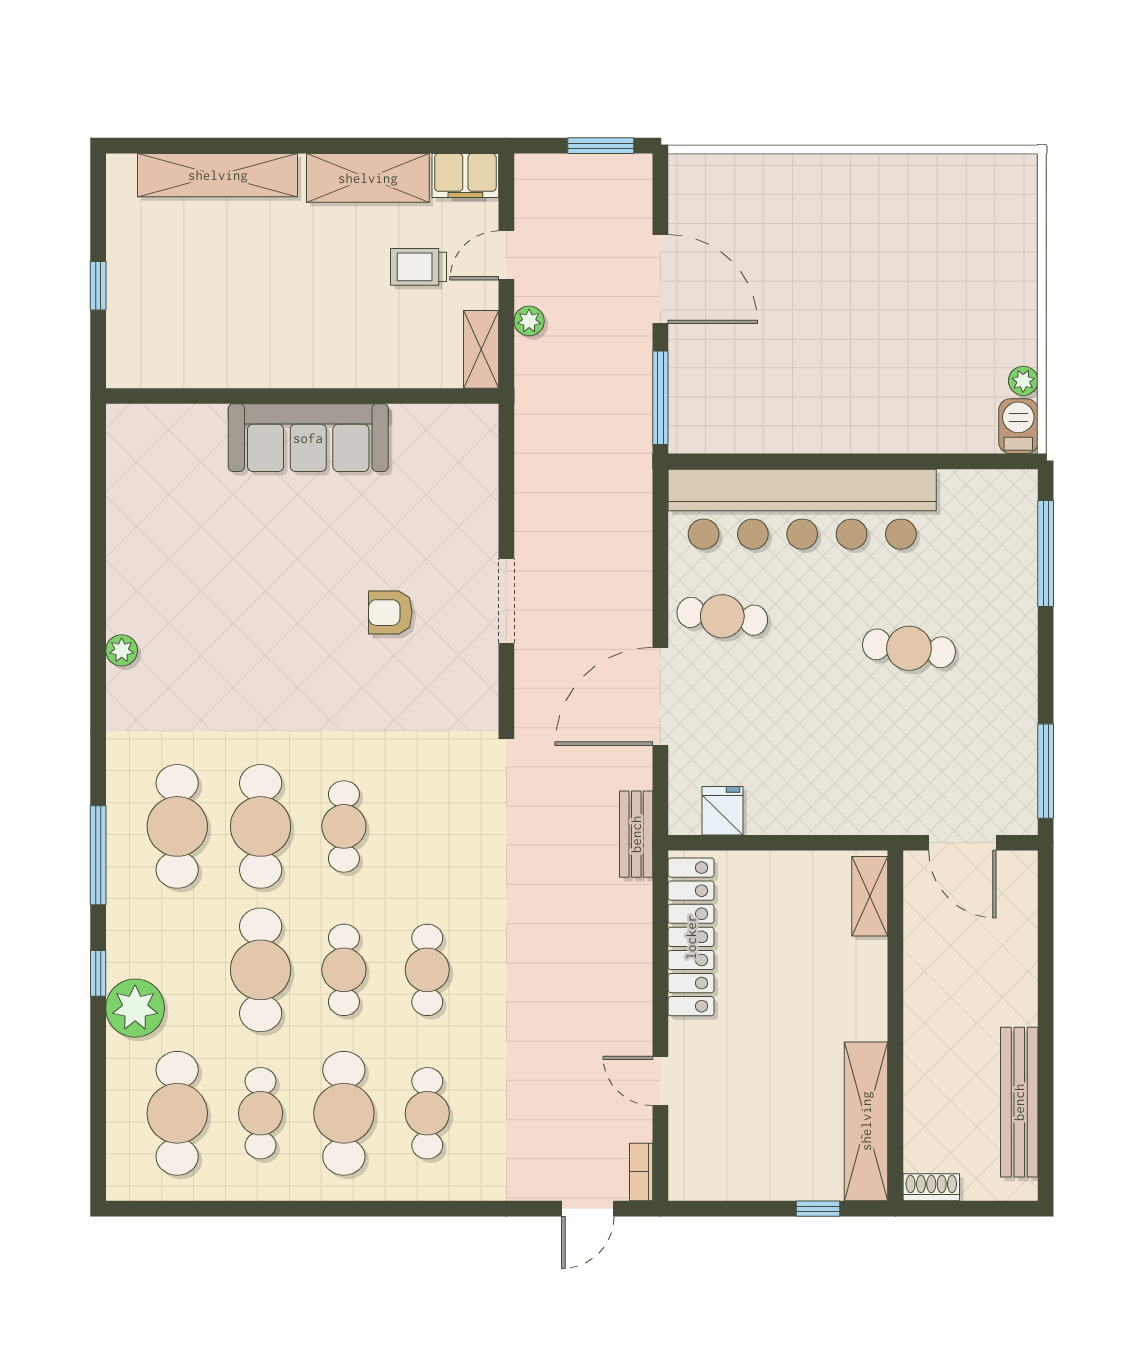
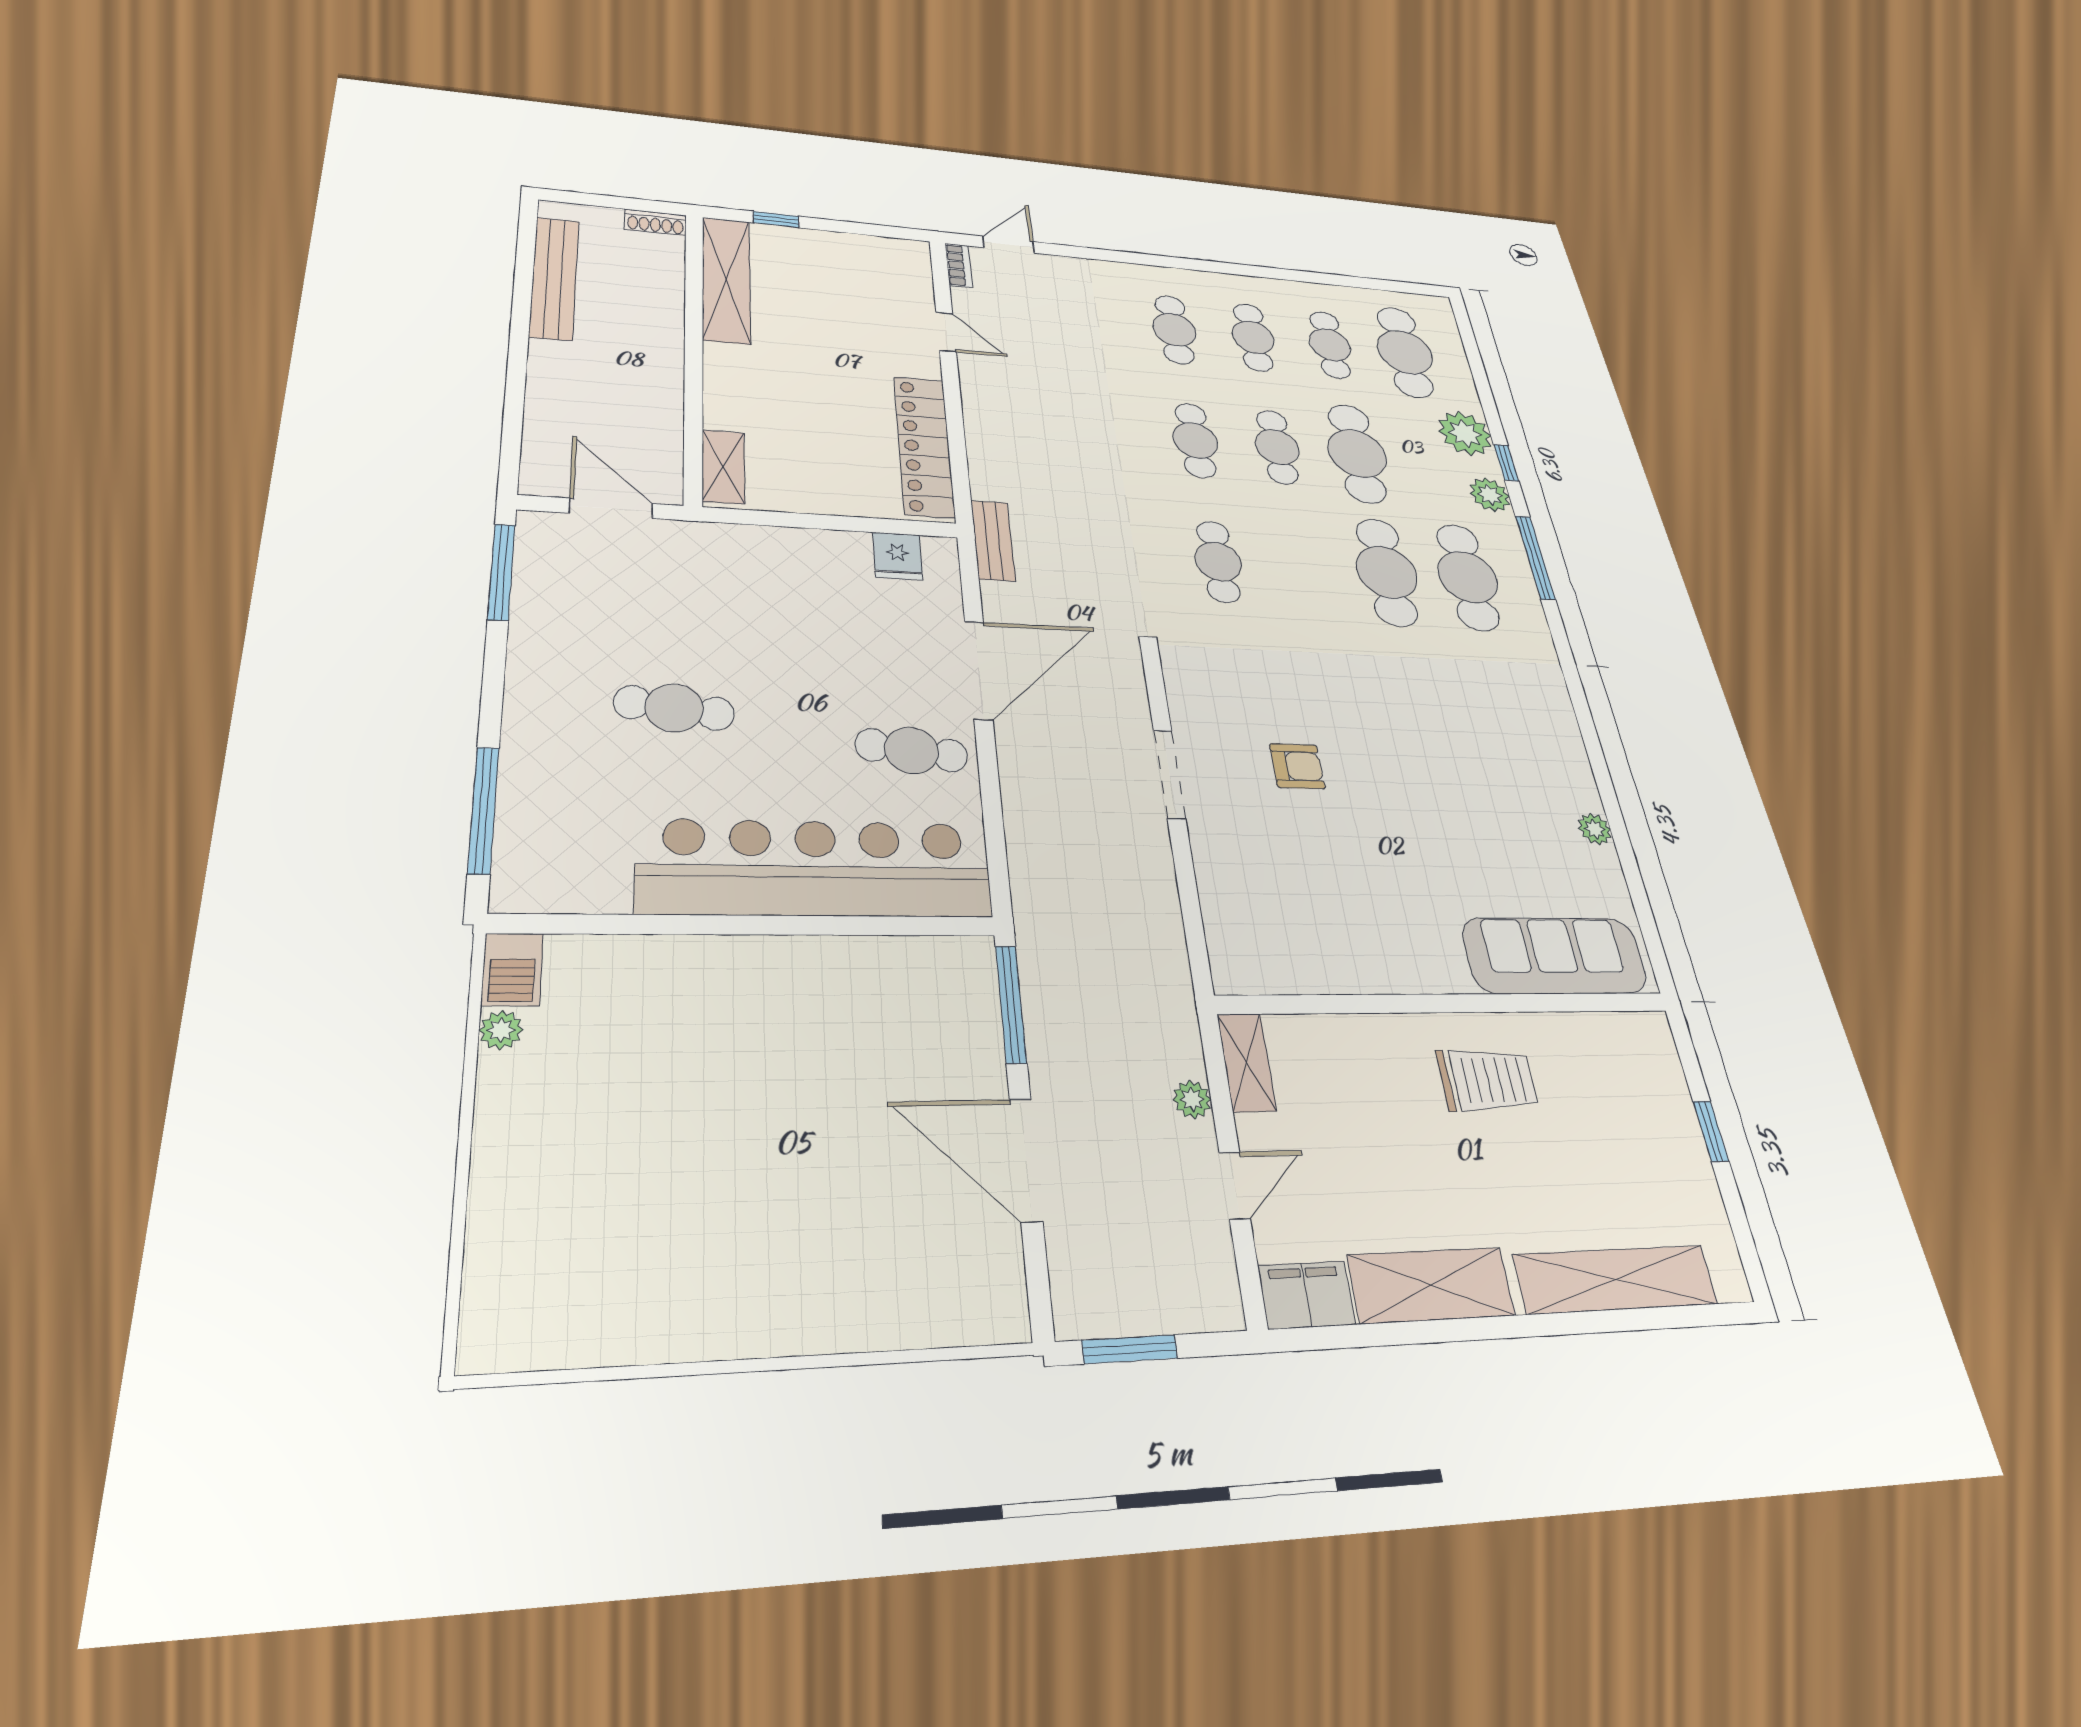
trolley: (419, 267) -> (1487, 1080), moved, width x1.36, depth x1.39
sofa: (308, 438) -> (1555, 956), moved
plant: (122, 650) -> (1595, 829), moved
cafe table: (344, 826) -> (1218, 562), moved
plant: (127, 930) -> (1490, 495), added
cafe table: (344, 1113) -> (1253, 337), width x0.73, depth x0.74

